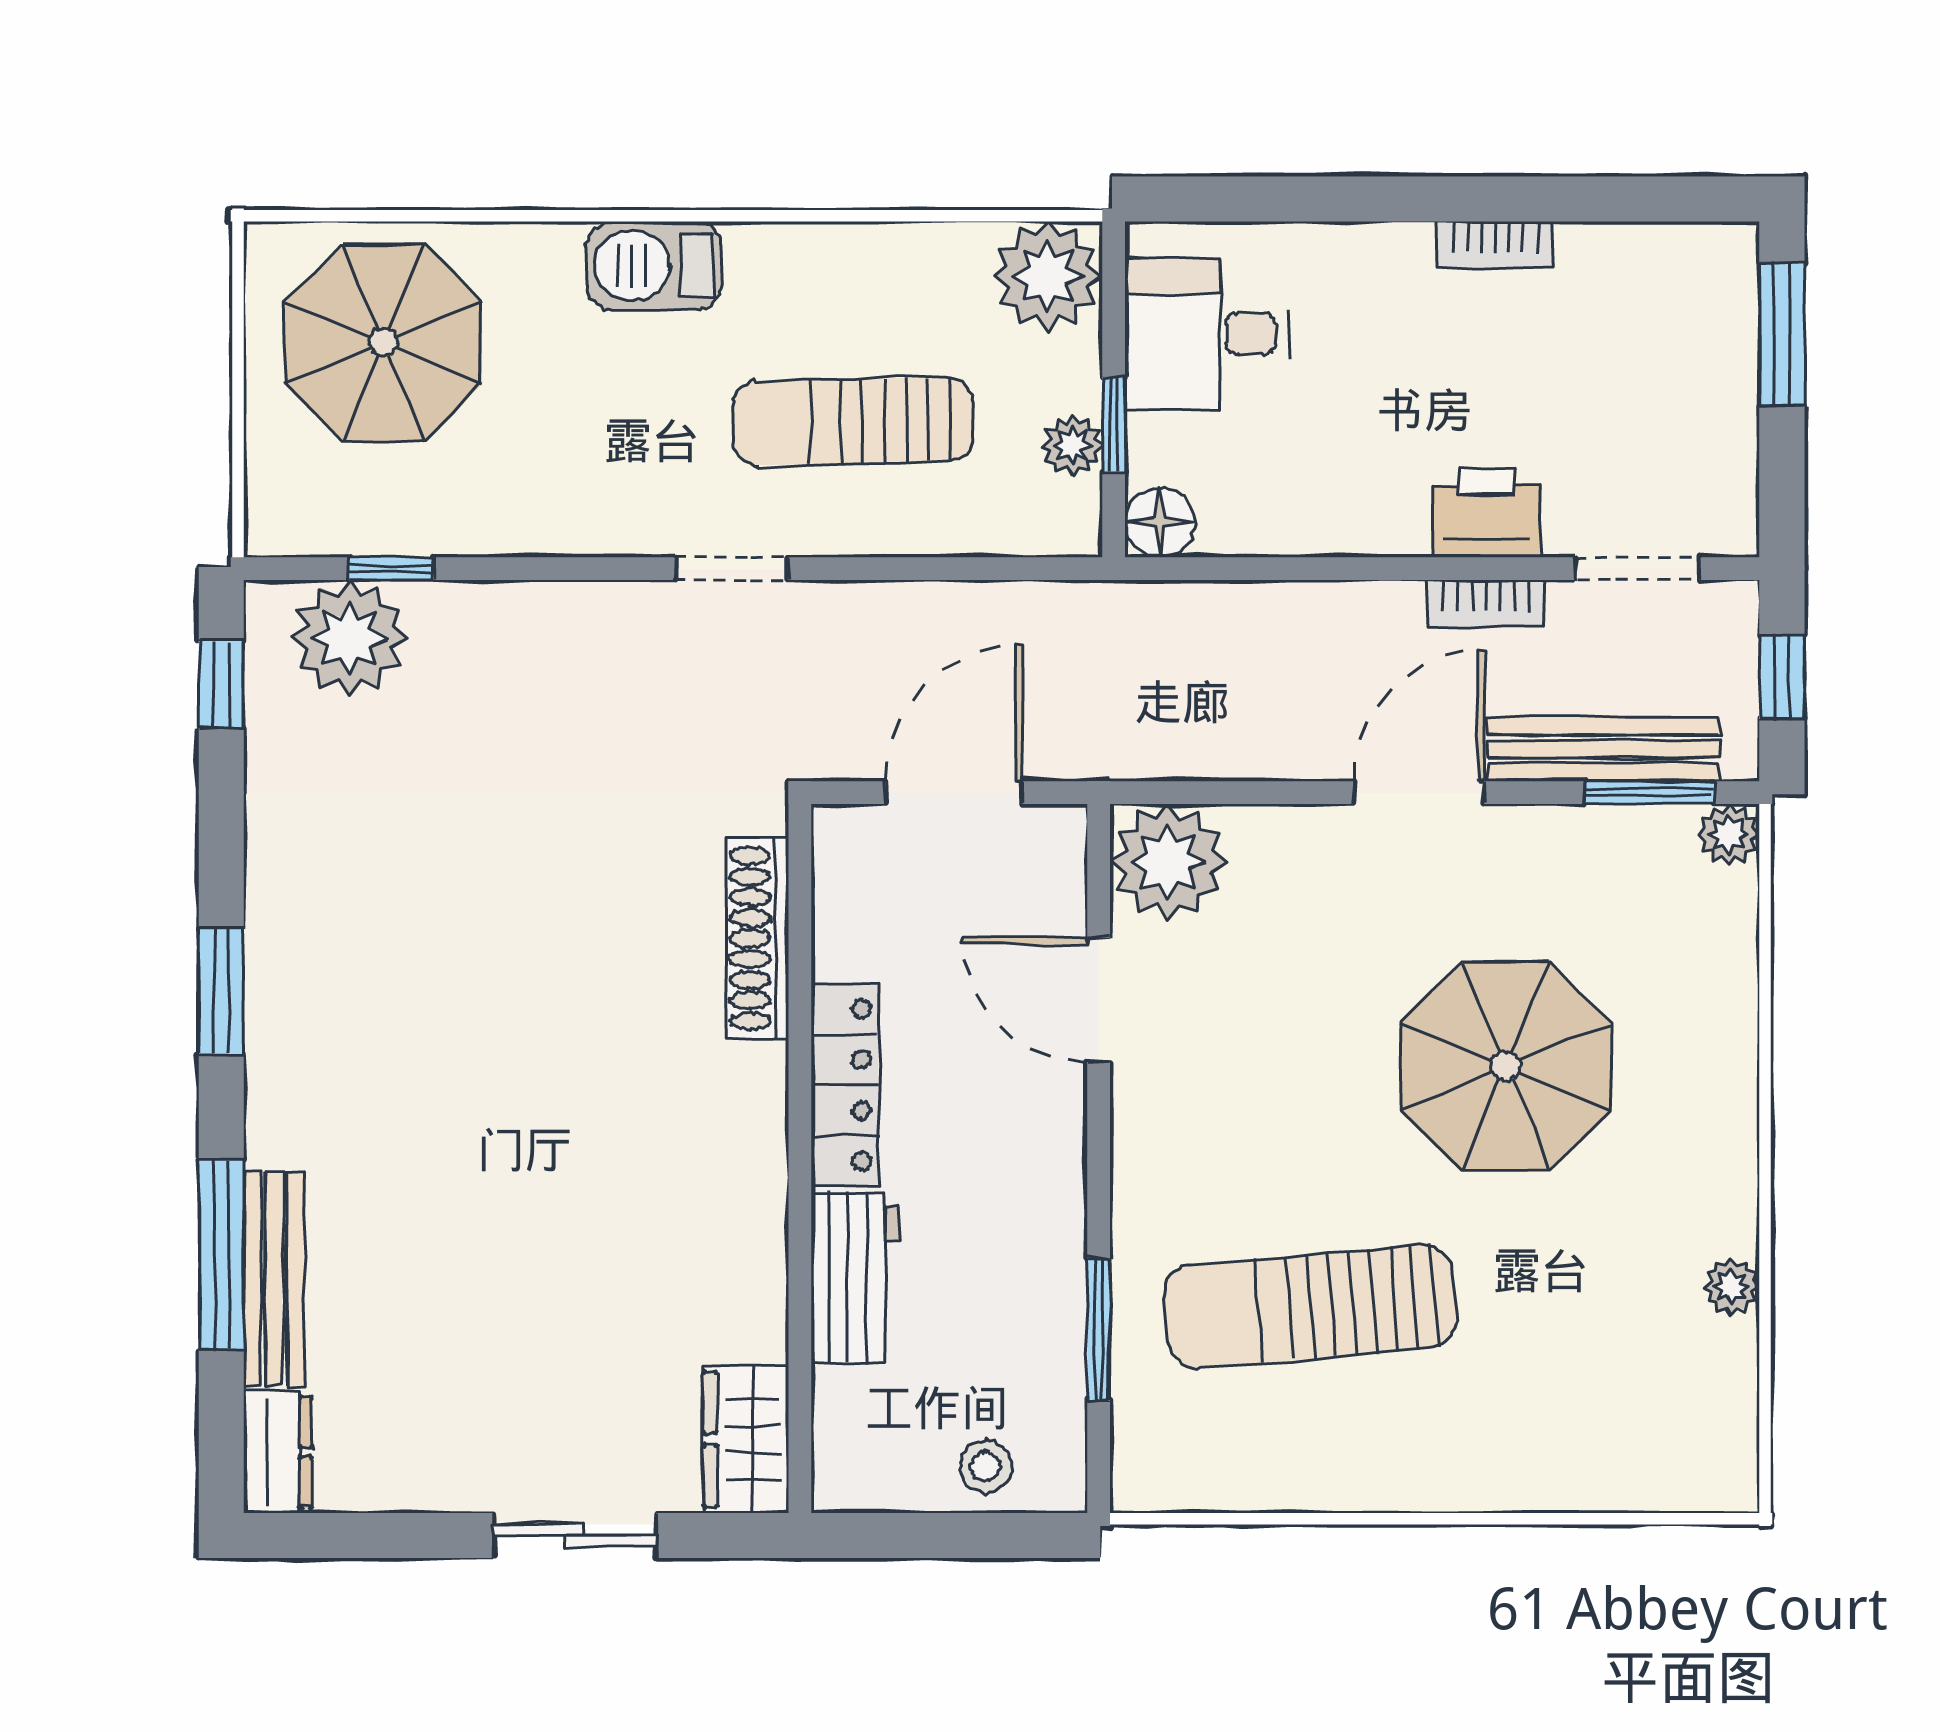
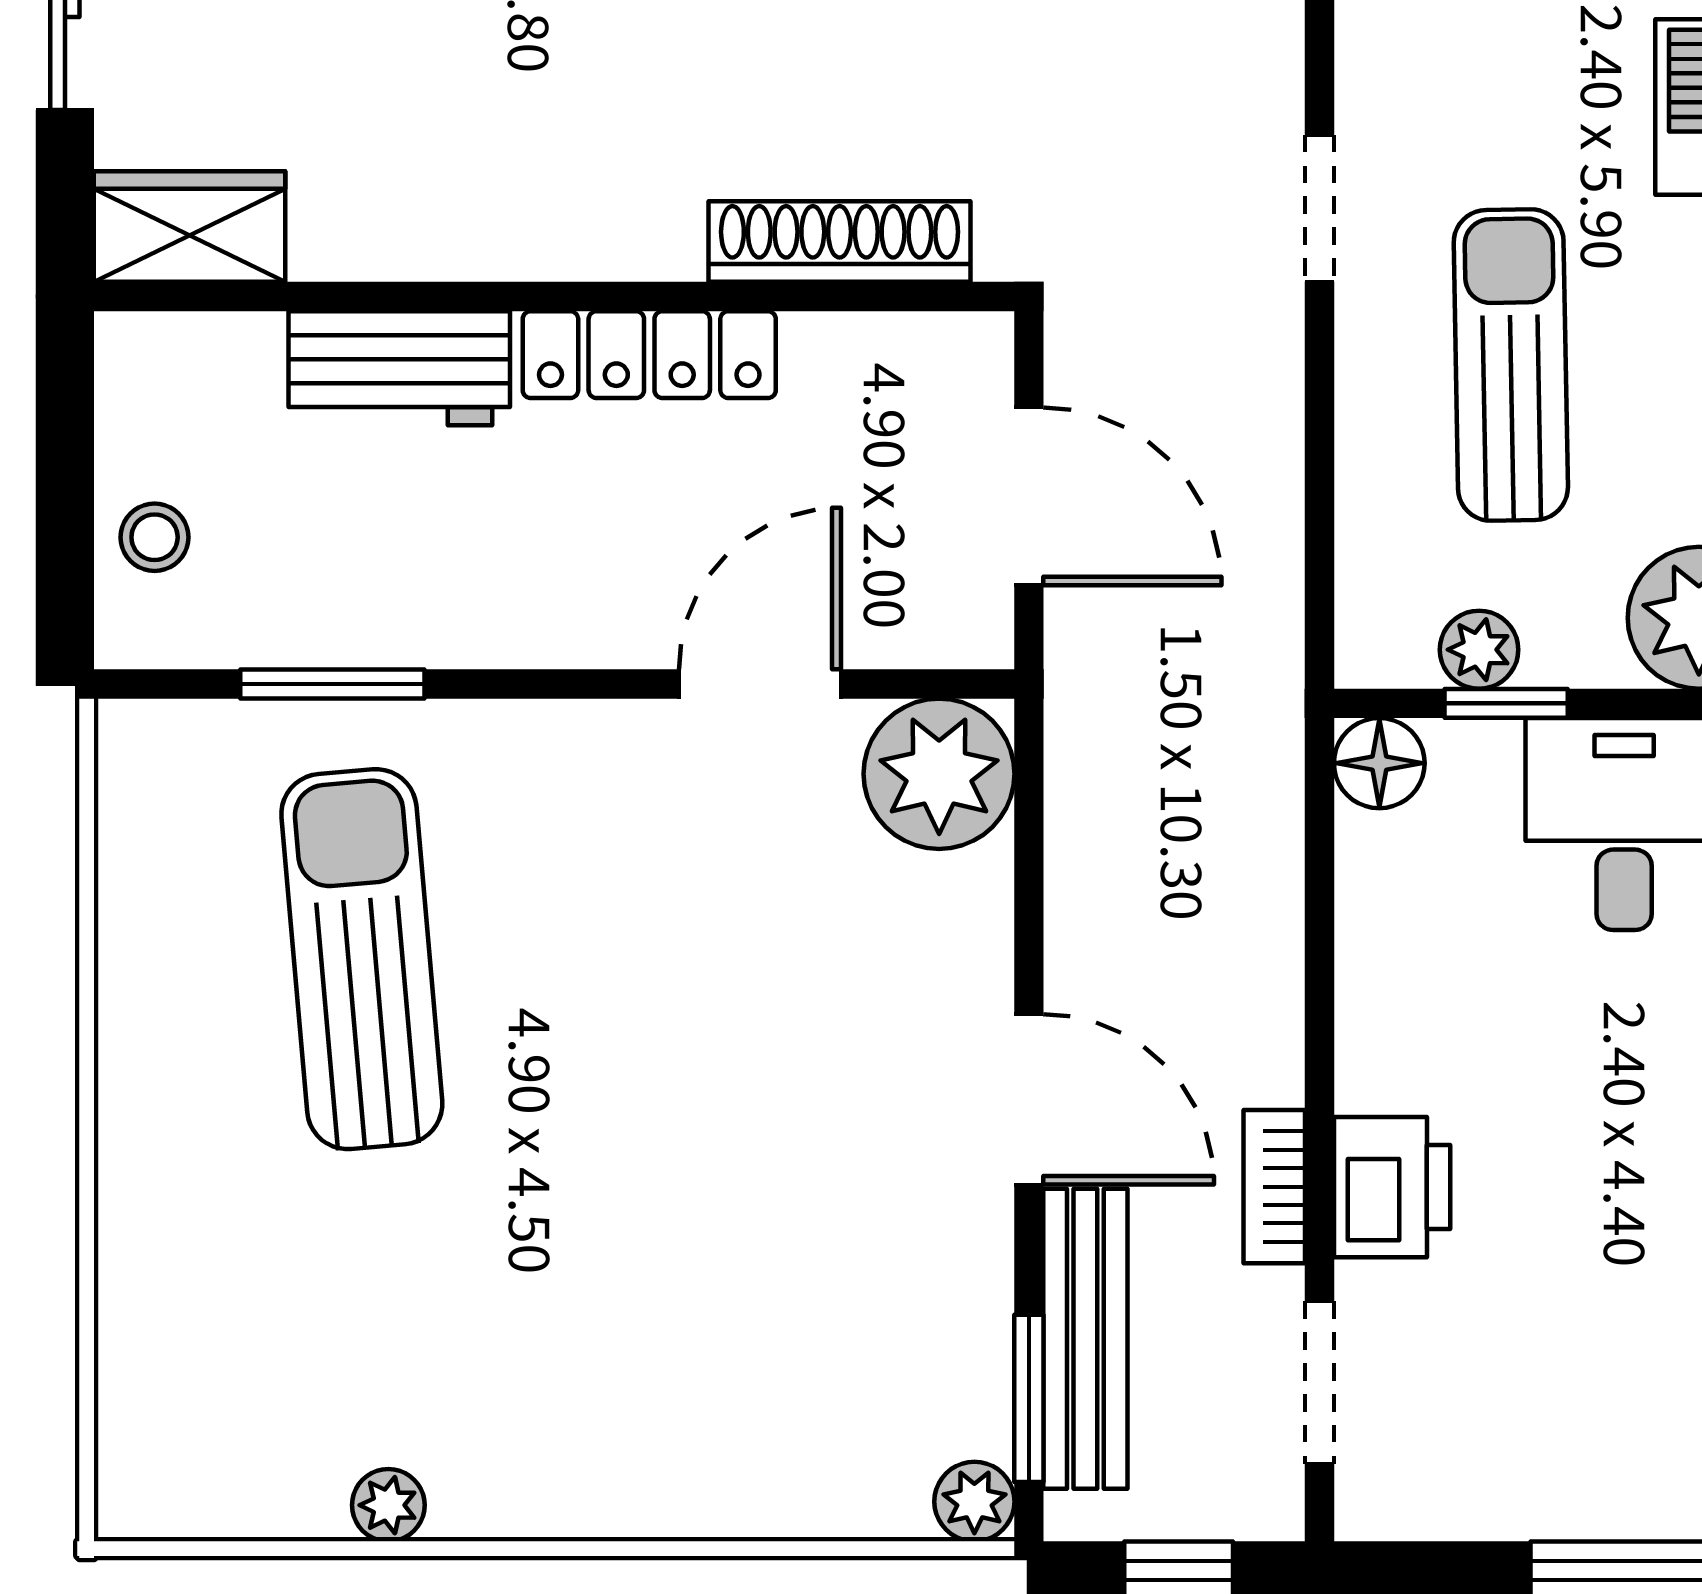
parasol: (1506, 1066) -> (674, 1212), removed

